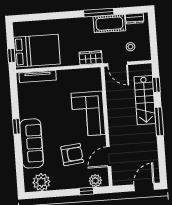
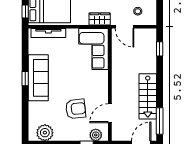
stairs: (145, 100) -> (148, 96), moved
corner sofa: (88, 114) -> (94, 49), moved
window: (159, 121) -> (160, 121), moved
sofa: (32, 143) -> (38, 78), moved

